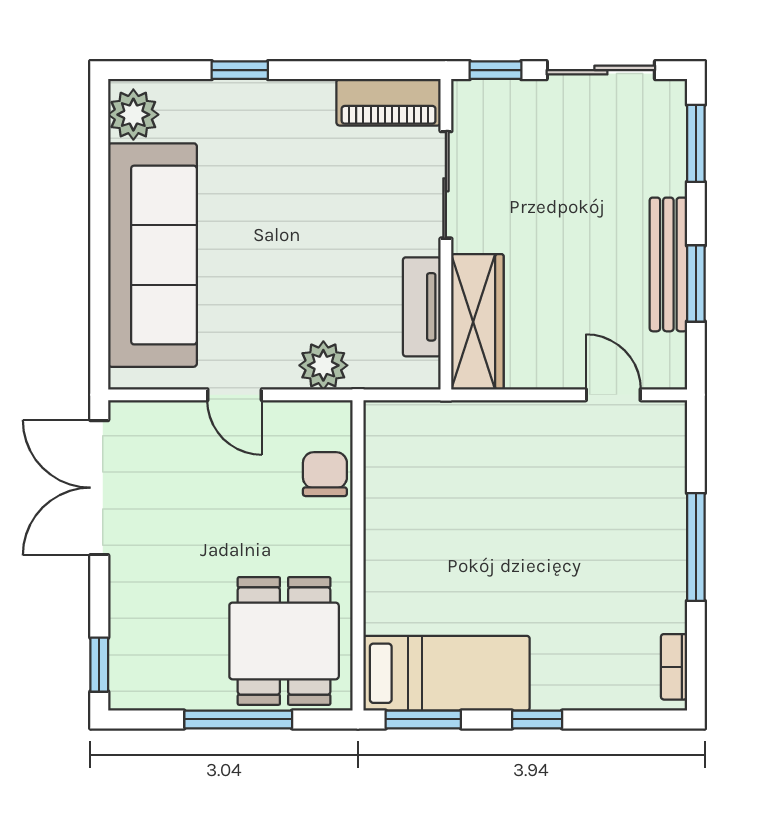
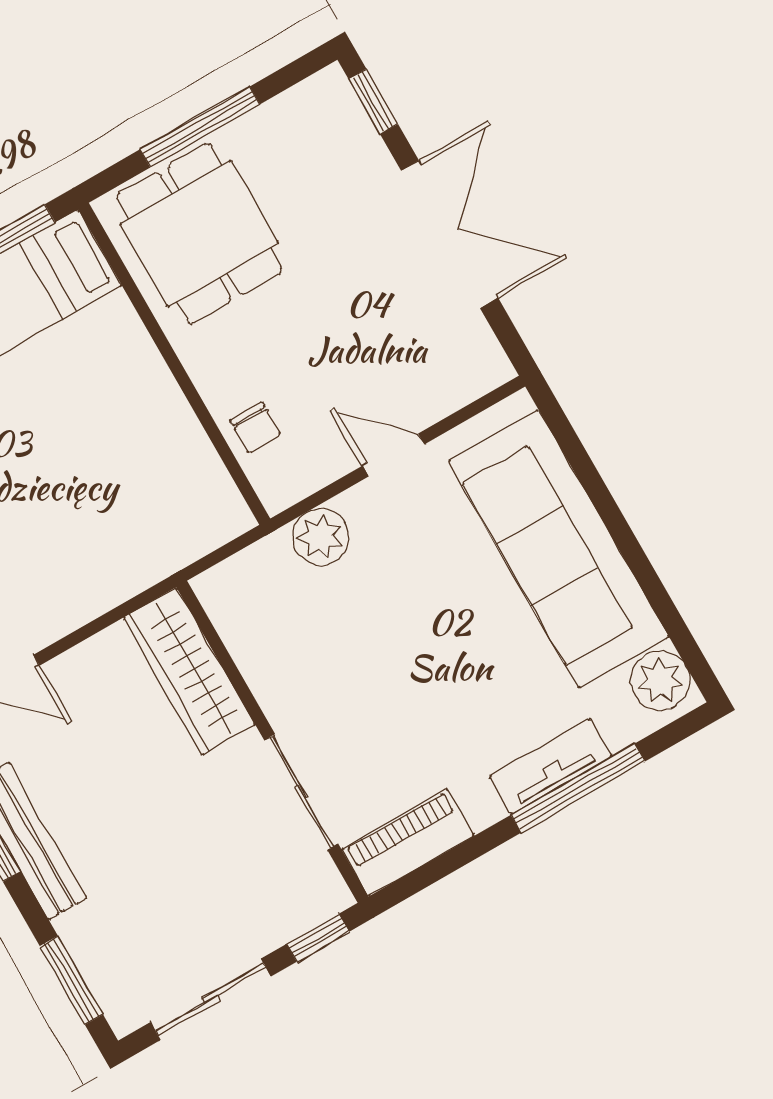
window: (240, 70) -> (578, 788), width x2.17
tv unit: (422, 307) -> (550, 766), moved, turned -90
chair: (325, 474) -> (255, 427), width x0.73, depth x0.73
double door: (99, 488) -> (450, 234), moved

